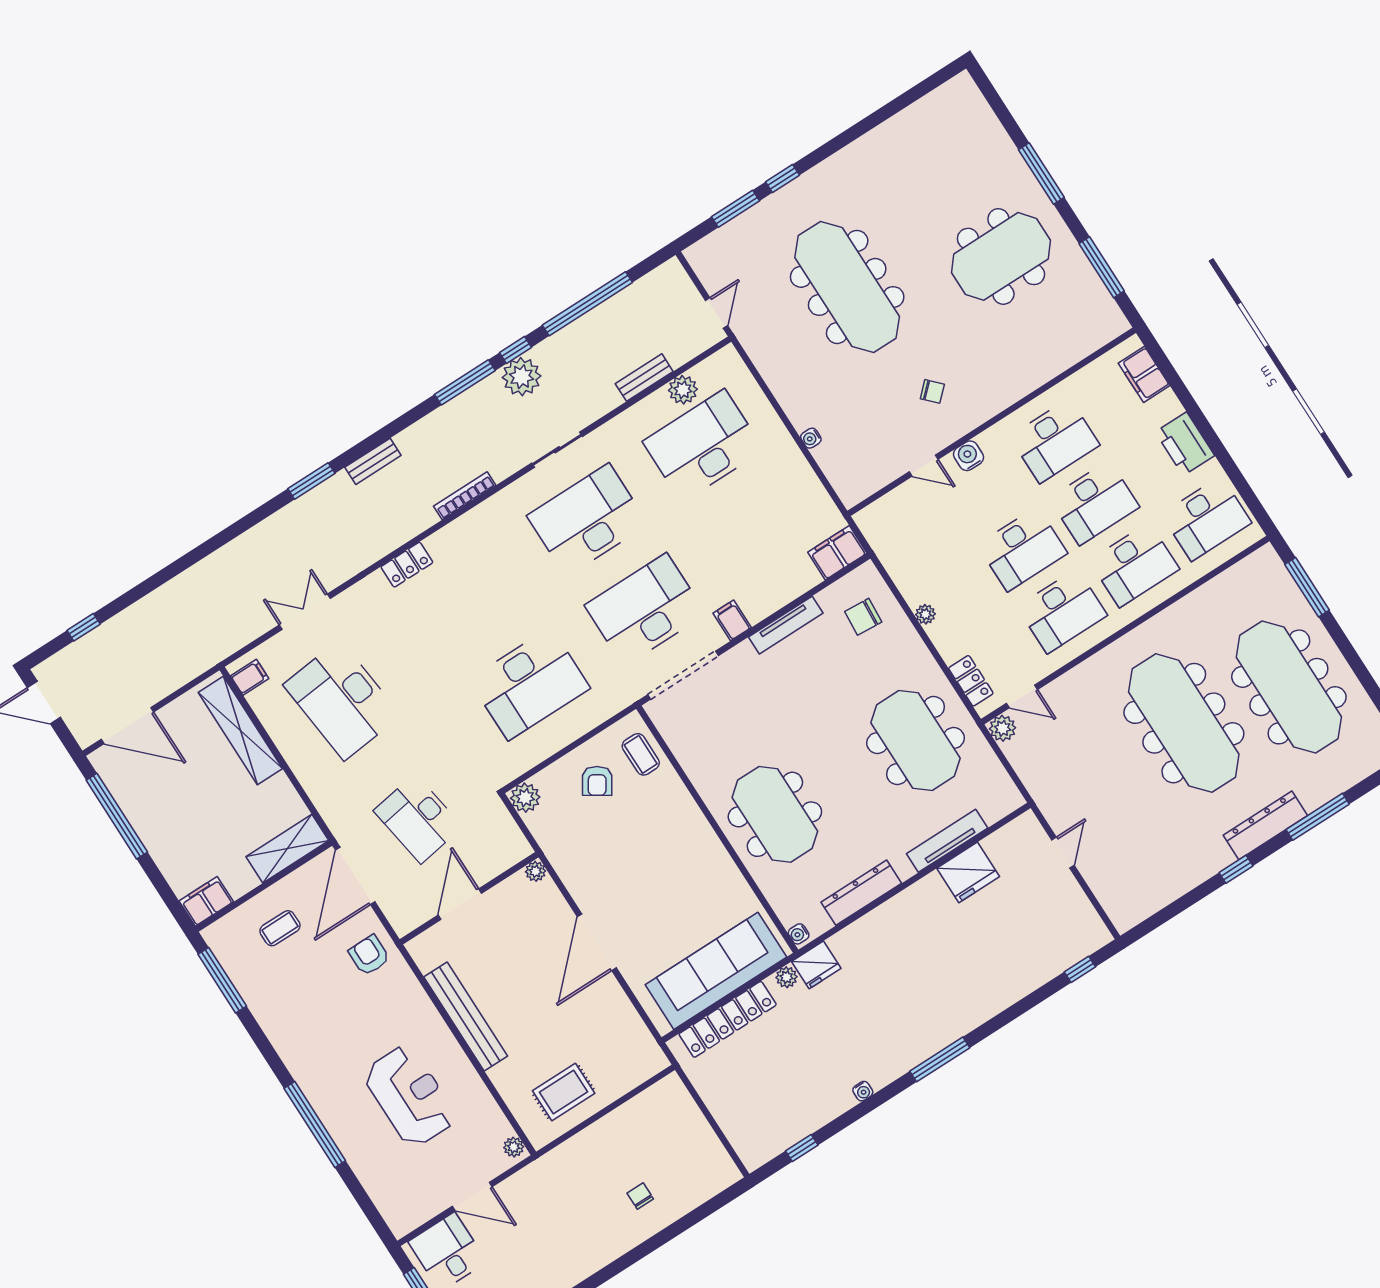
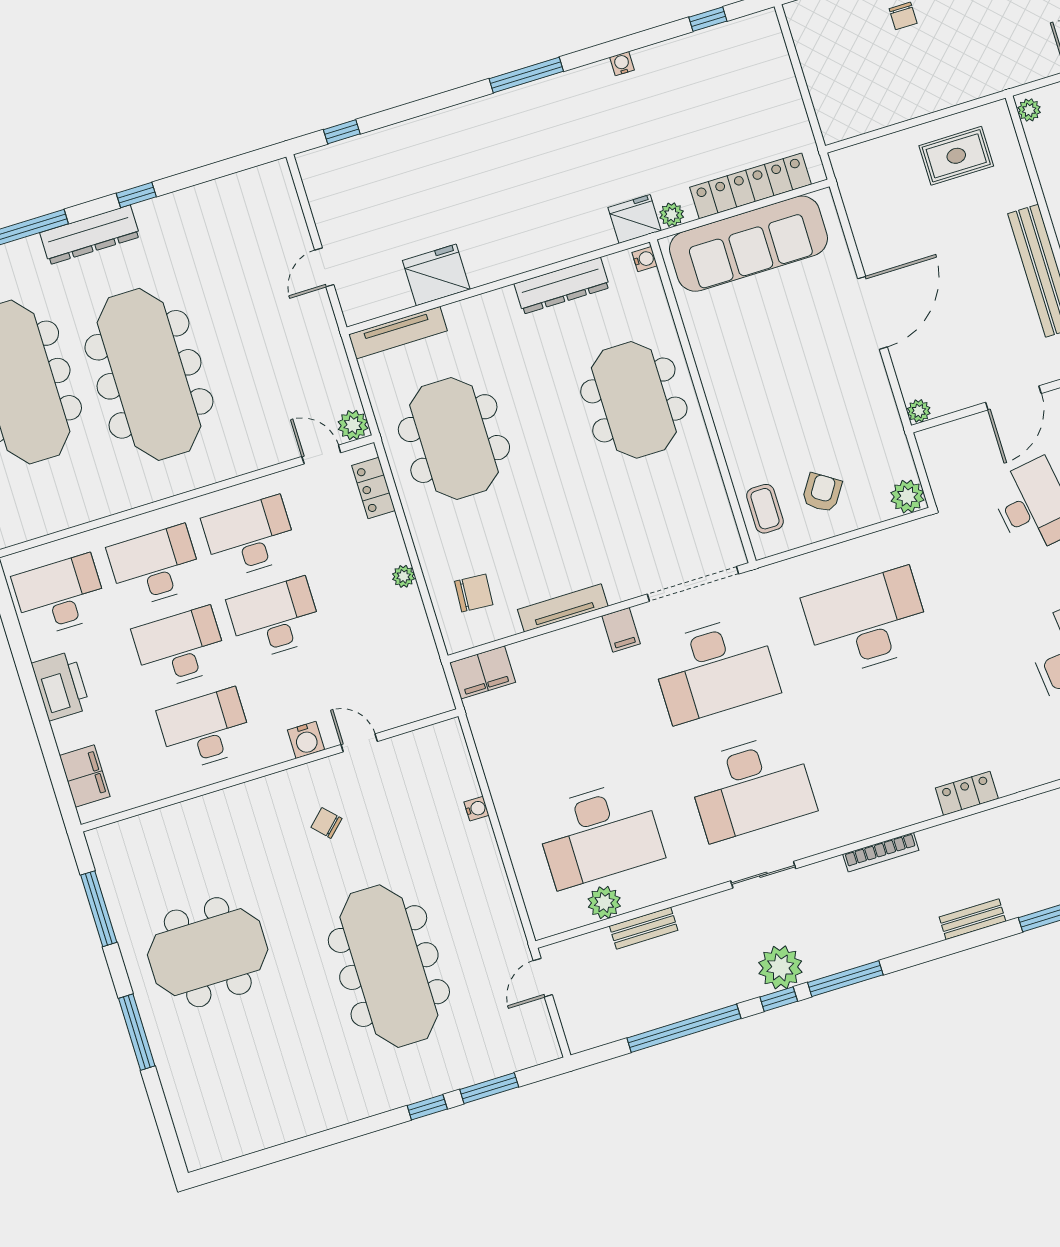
tv unit: (947, 841) -> (398, 333), moved

